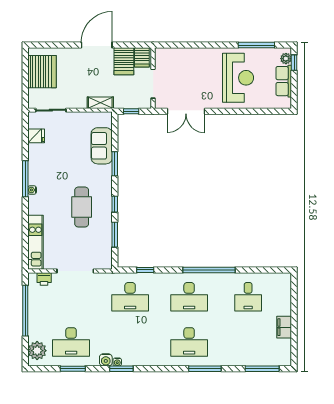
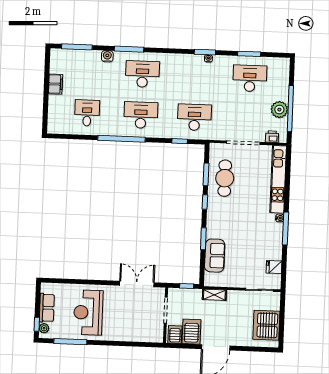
cafe table: (82, 207) -> (225, 178), moved
kitchen unit: (35, 242) -> (278, 179), width x1.36
plant: (37, 351) -> (279, 110), moved
water cooler: (106, 360) -> (107, 56), moved

